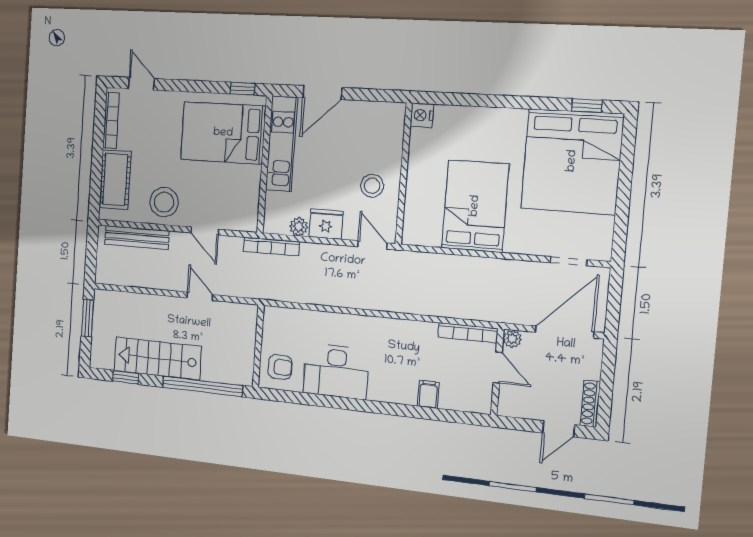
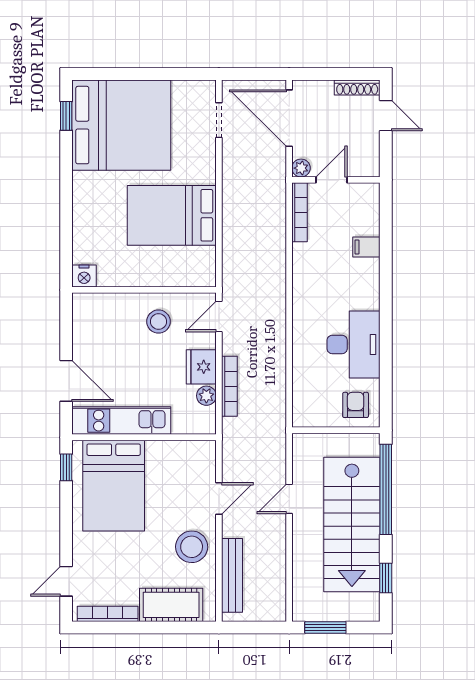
bookcase: (271, 247) -> (229, 386), moved
stairs: (157, 359) -> (352, 525), width x1.36, depth x1.51

